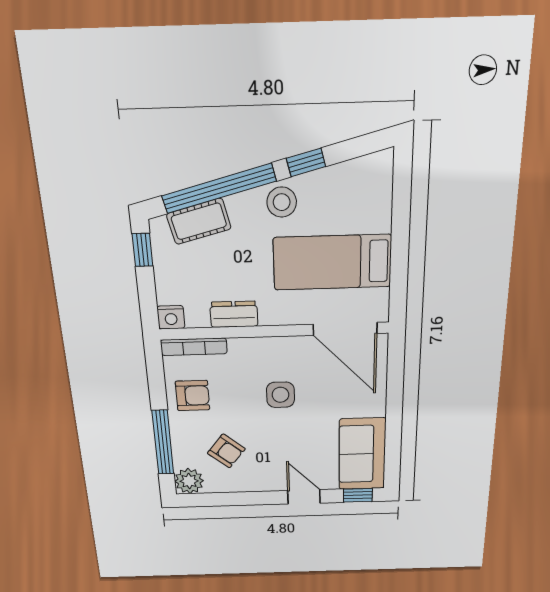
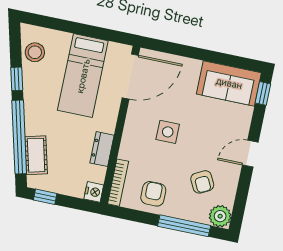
stool: (282, 202) -> (35, 52), moved
armchair: (226, 451) -> (202, 182), turned 114
door: (304, 497) -> (250, 154), moved

